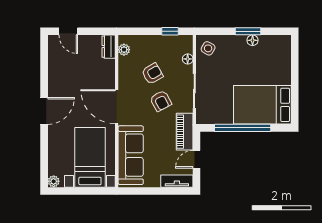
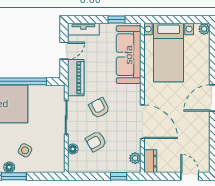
window: (170, 31) -> (119, 176), moved
side table: (208, 48) -> (25, 150), moved
armchair: (152, 74) -> (96, 141), moved
door: (117, 107) -> (142, 122), moved
window: (143, 191) -> (117, 20), added

